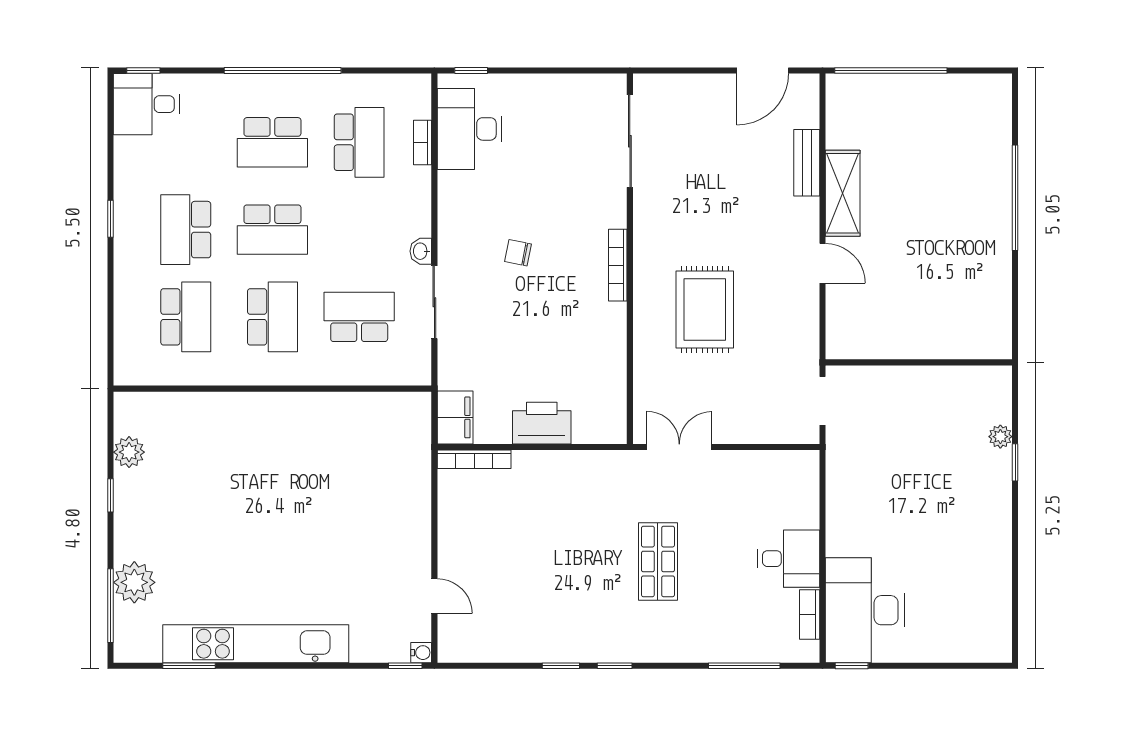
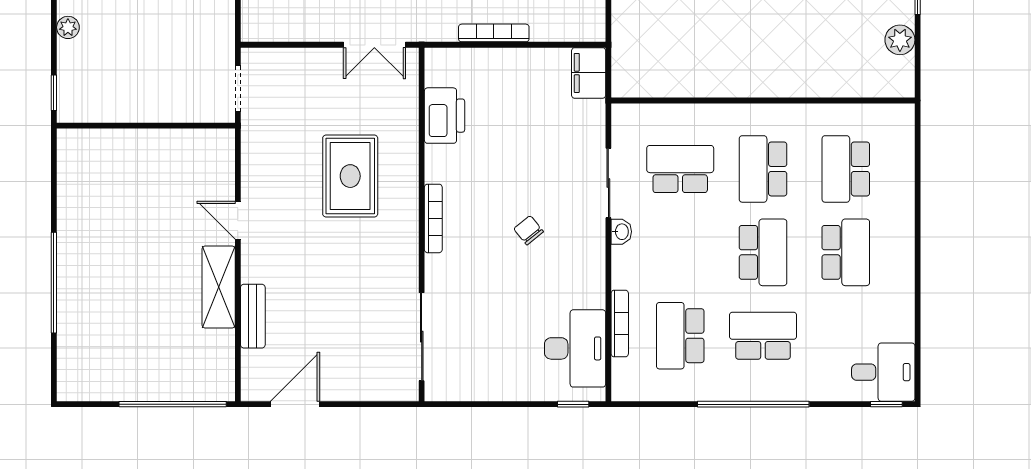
bookcase: (423, 142) -> (620, 324), width x1.56
window: (111, 219) -> (918, 263), removed
school desk: (272, 230) -> (763, 252), turned 90
chair: (518, 253) -> (529, 230), turned -140
school desk: (359, 317) -> (680, 169), turned 180
printer: (542, 423) -> (444, 116), moved, turned -90
plant: (1000, 437) -> (68, 27), moved
bookcase: (474, 459) -> (494, 33), moved
window: (1015, 462) -> (54, 93), moved

